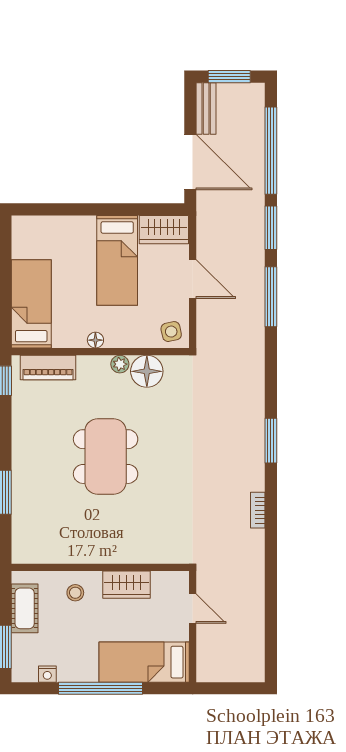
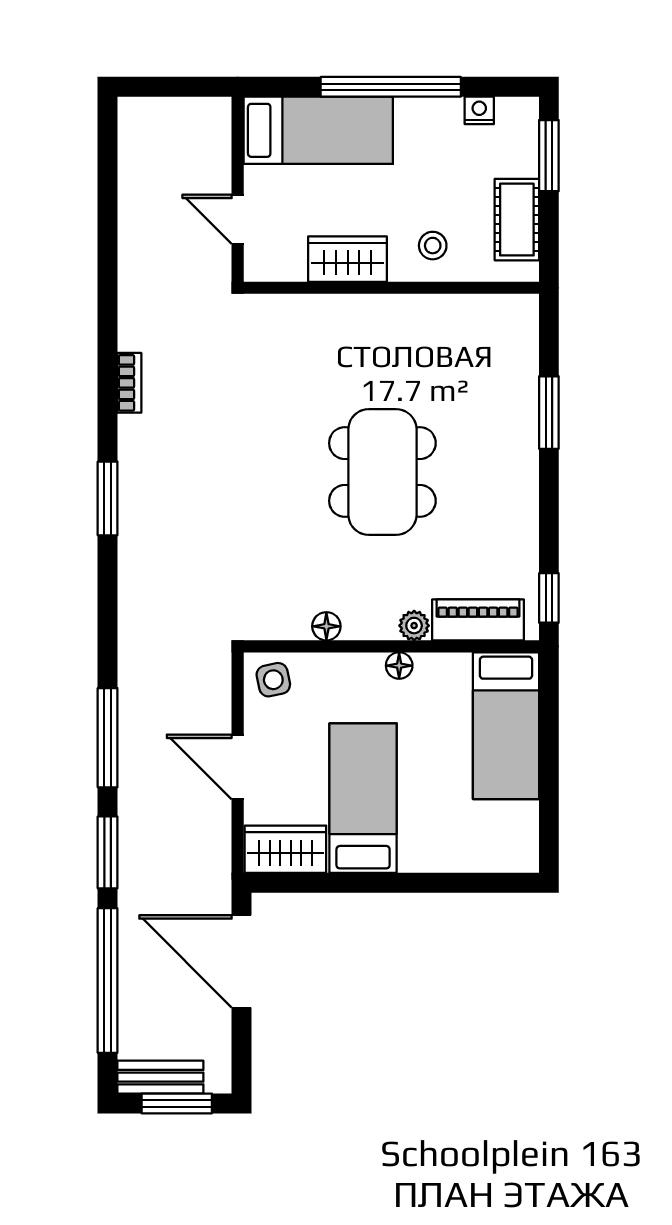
bench: (206, 108) -> (160, 1077), moved, turned 90
plant: (120, 364) -> (414, 626), moved
floor lamp: (147, 371) -> (326, 626), width x0.53, depth x0.53

